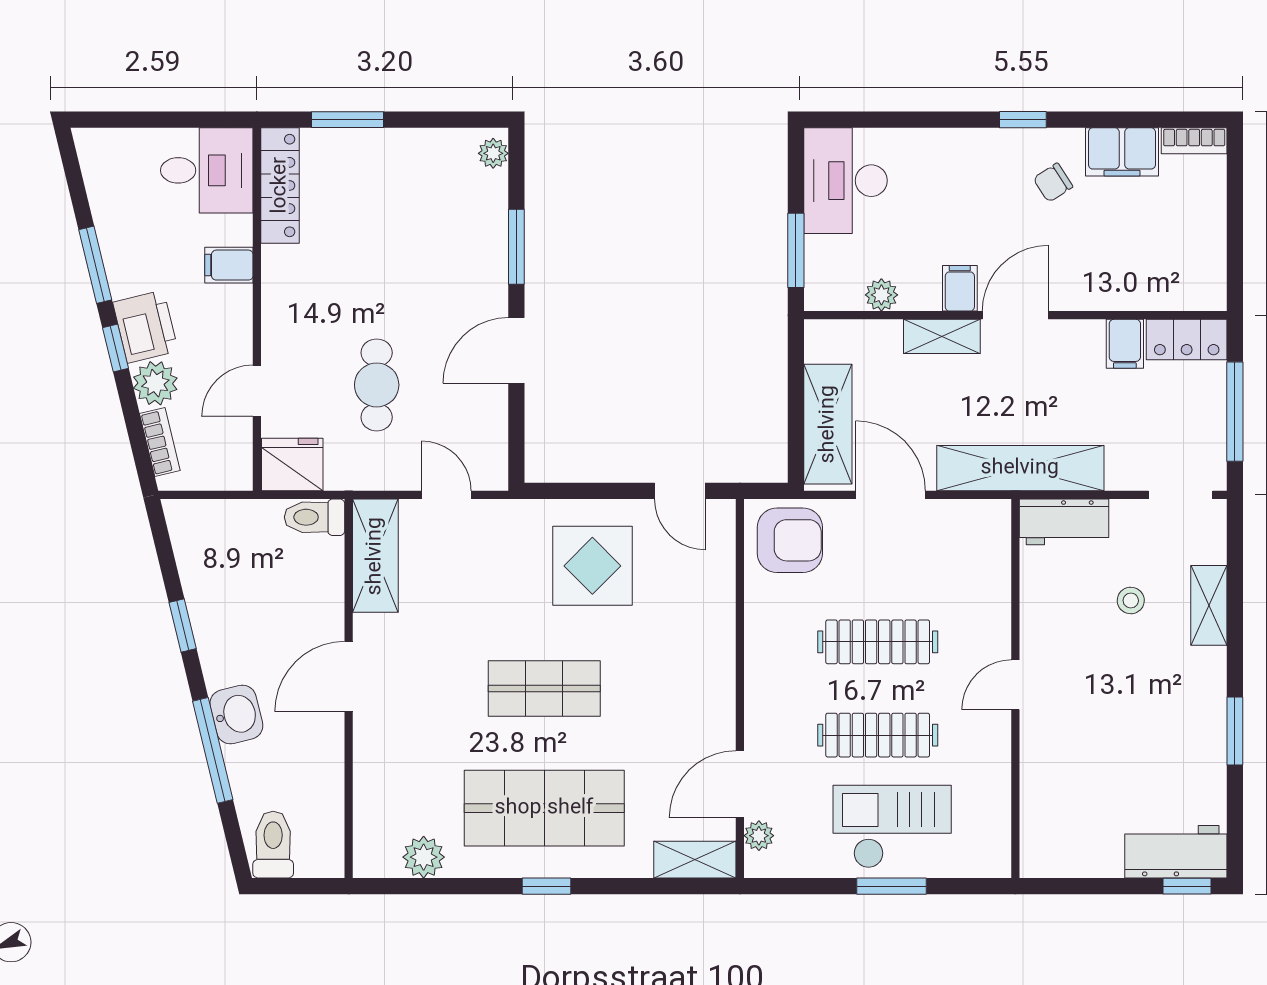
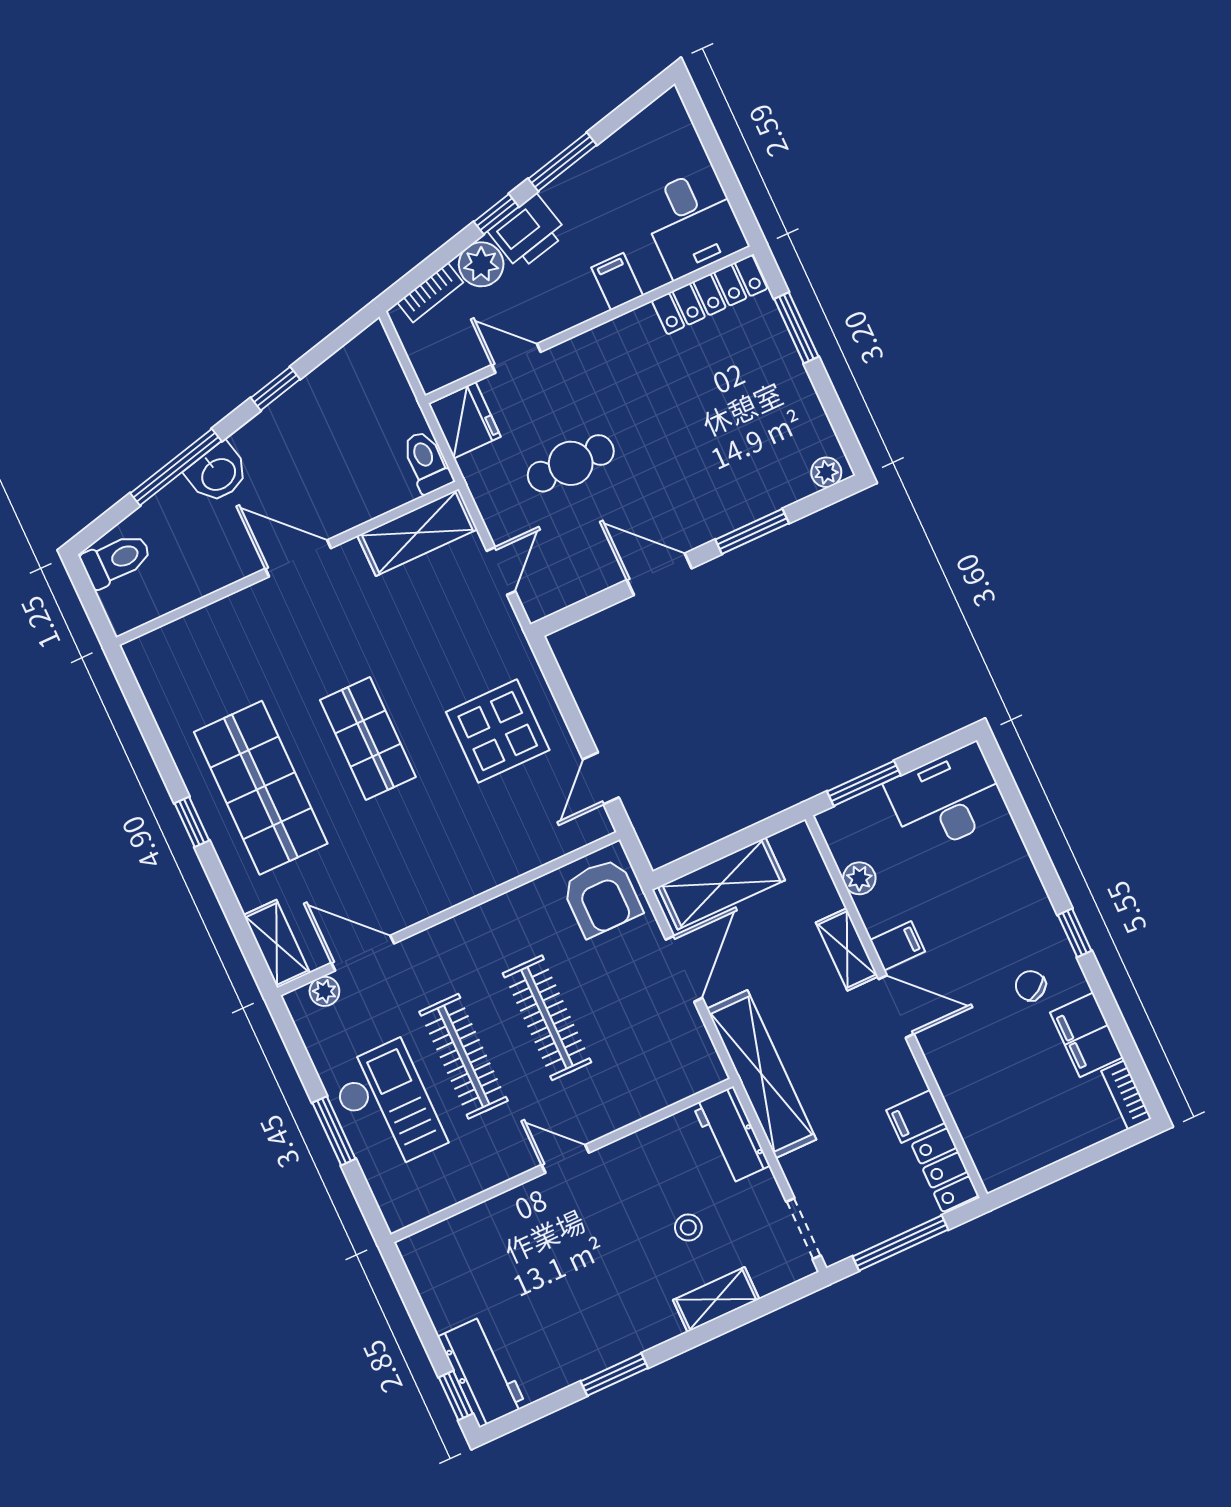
plant: (424, 857) -> (167, 700), removed

